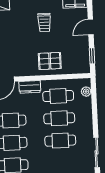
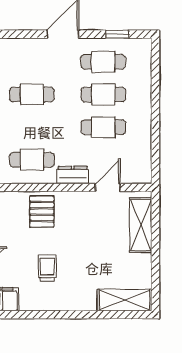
pallet: (50, 61) -> (42, 212), turned 90
cafe table: (59, 118) -> (32, 127), removed

